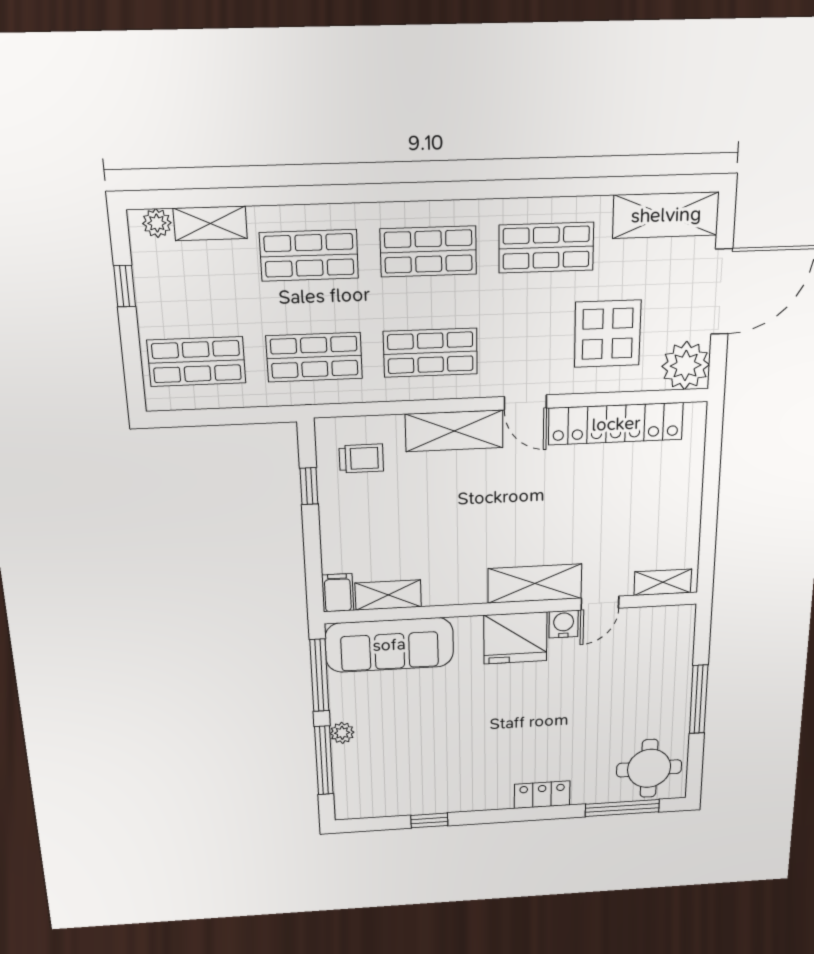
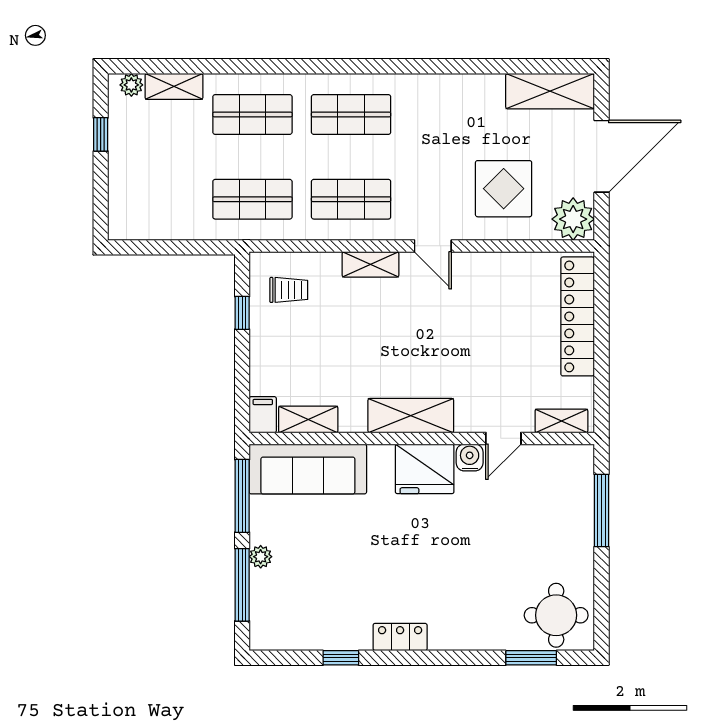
shop shelf: (546, 248) -> (450, 114), removed
shop shelf: (197, 362) -> (154, 199), removed
locker: (616, 424) -> (578, 316), moved, turned 90
shelving: (454, 431) -> (370, 264), width x0.67, depth x0.75
shelving: (535, 584) -> (411, 416), moved
window: (699, 699) -> (601, 511), moved
locker: (542, 795) -> (400, 637), moved
window: (622, 808) -> (531, 658), width x0.69

